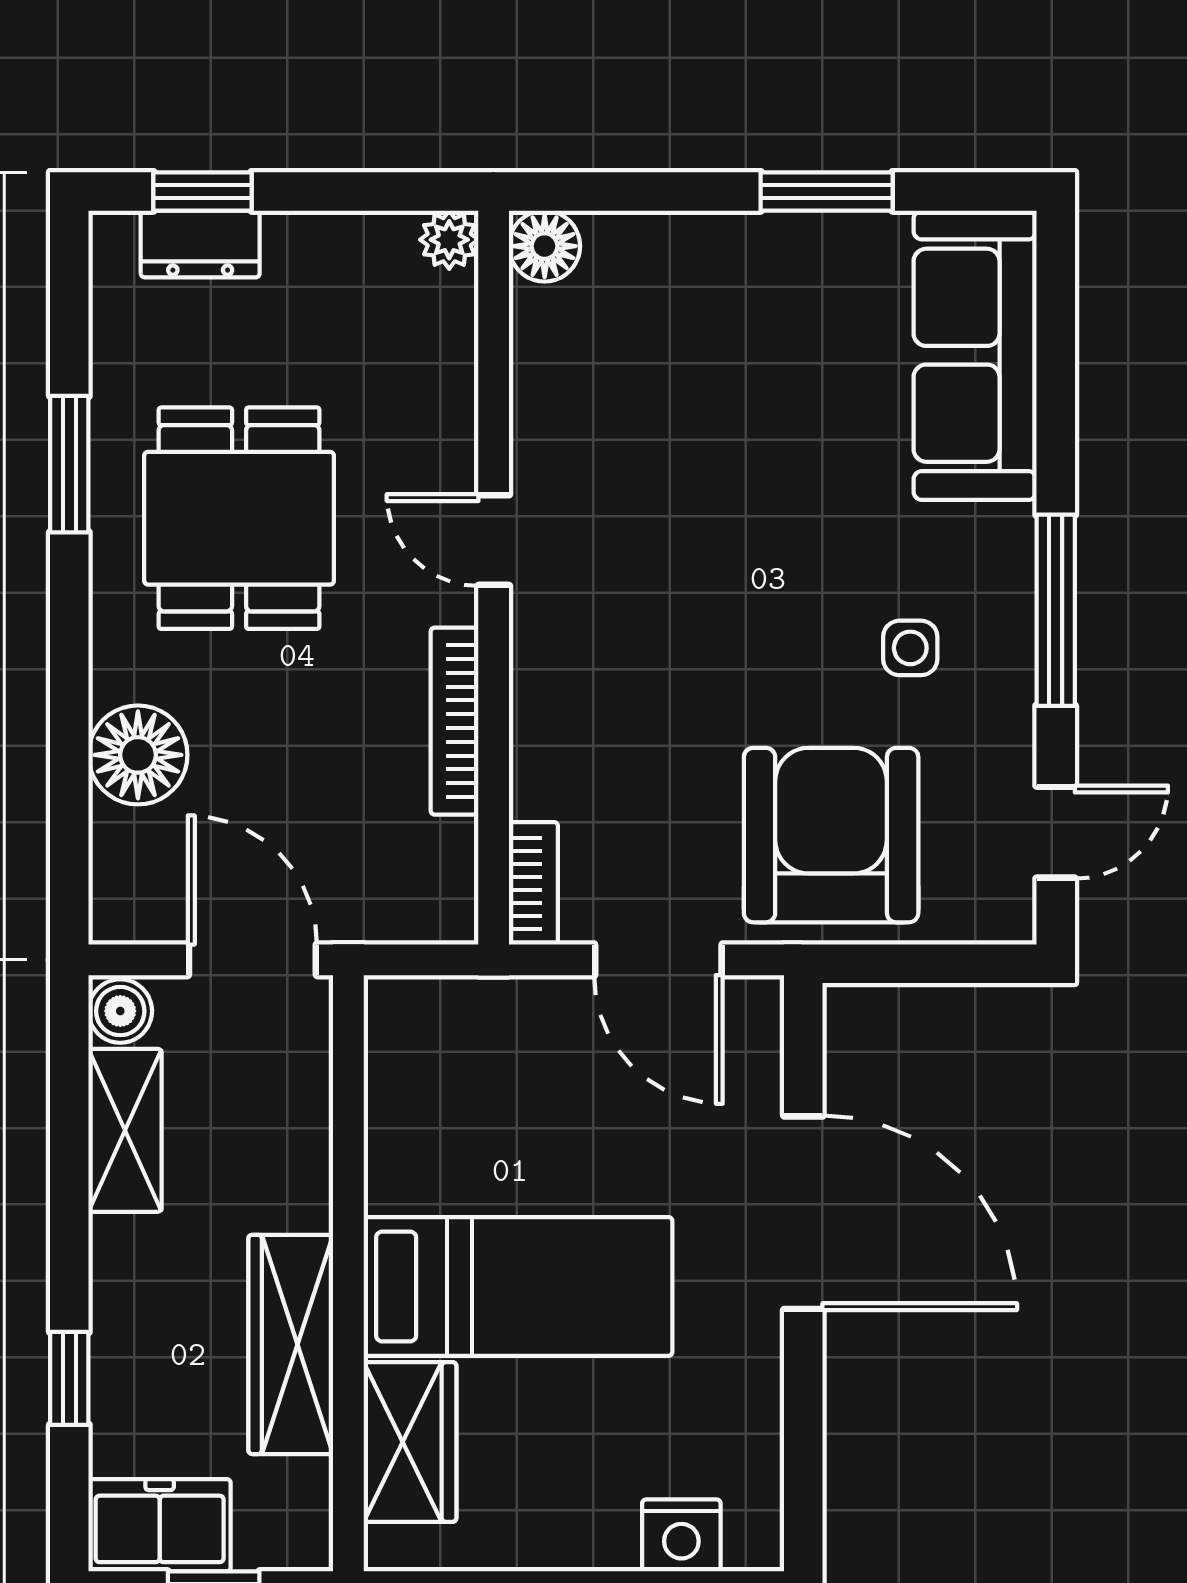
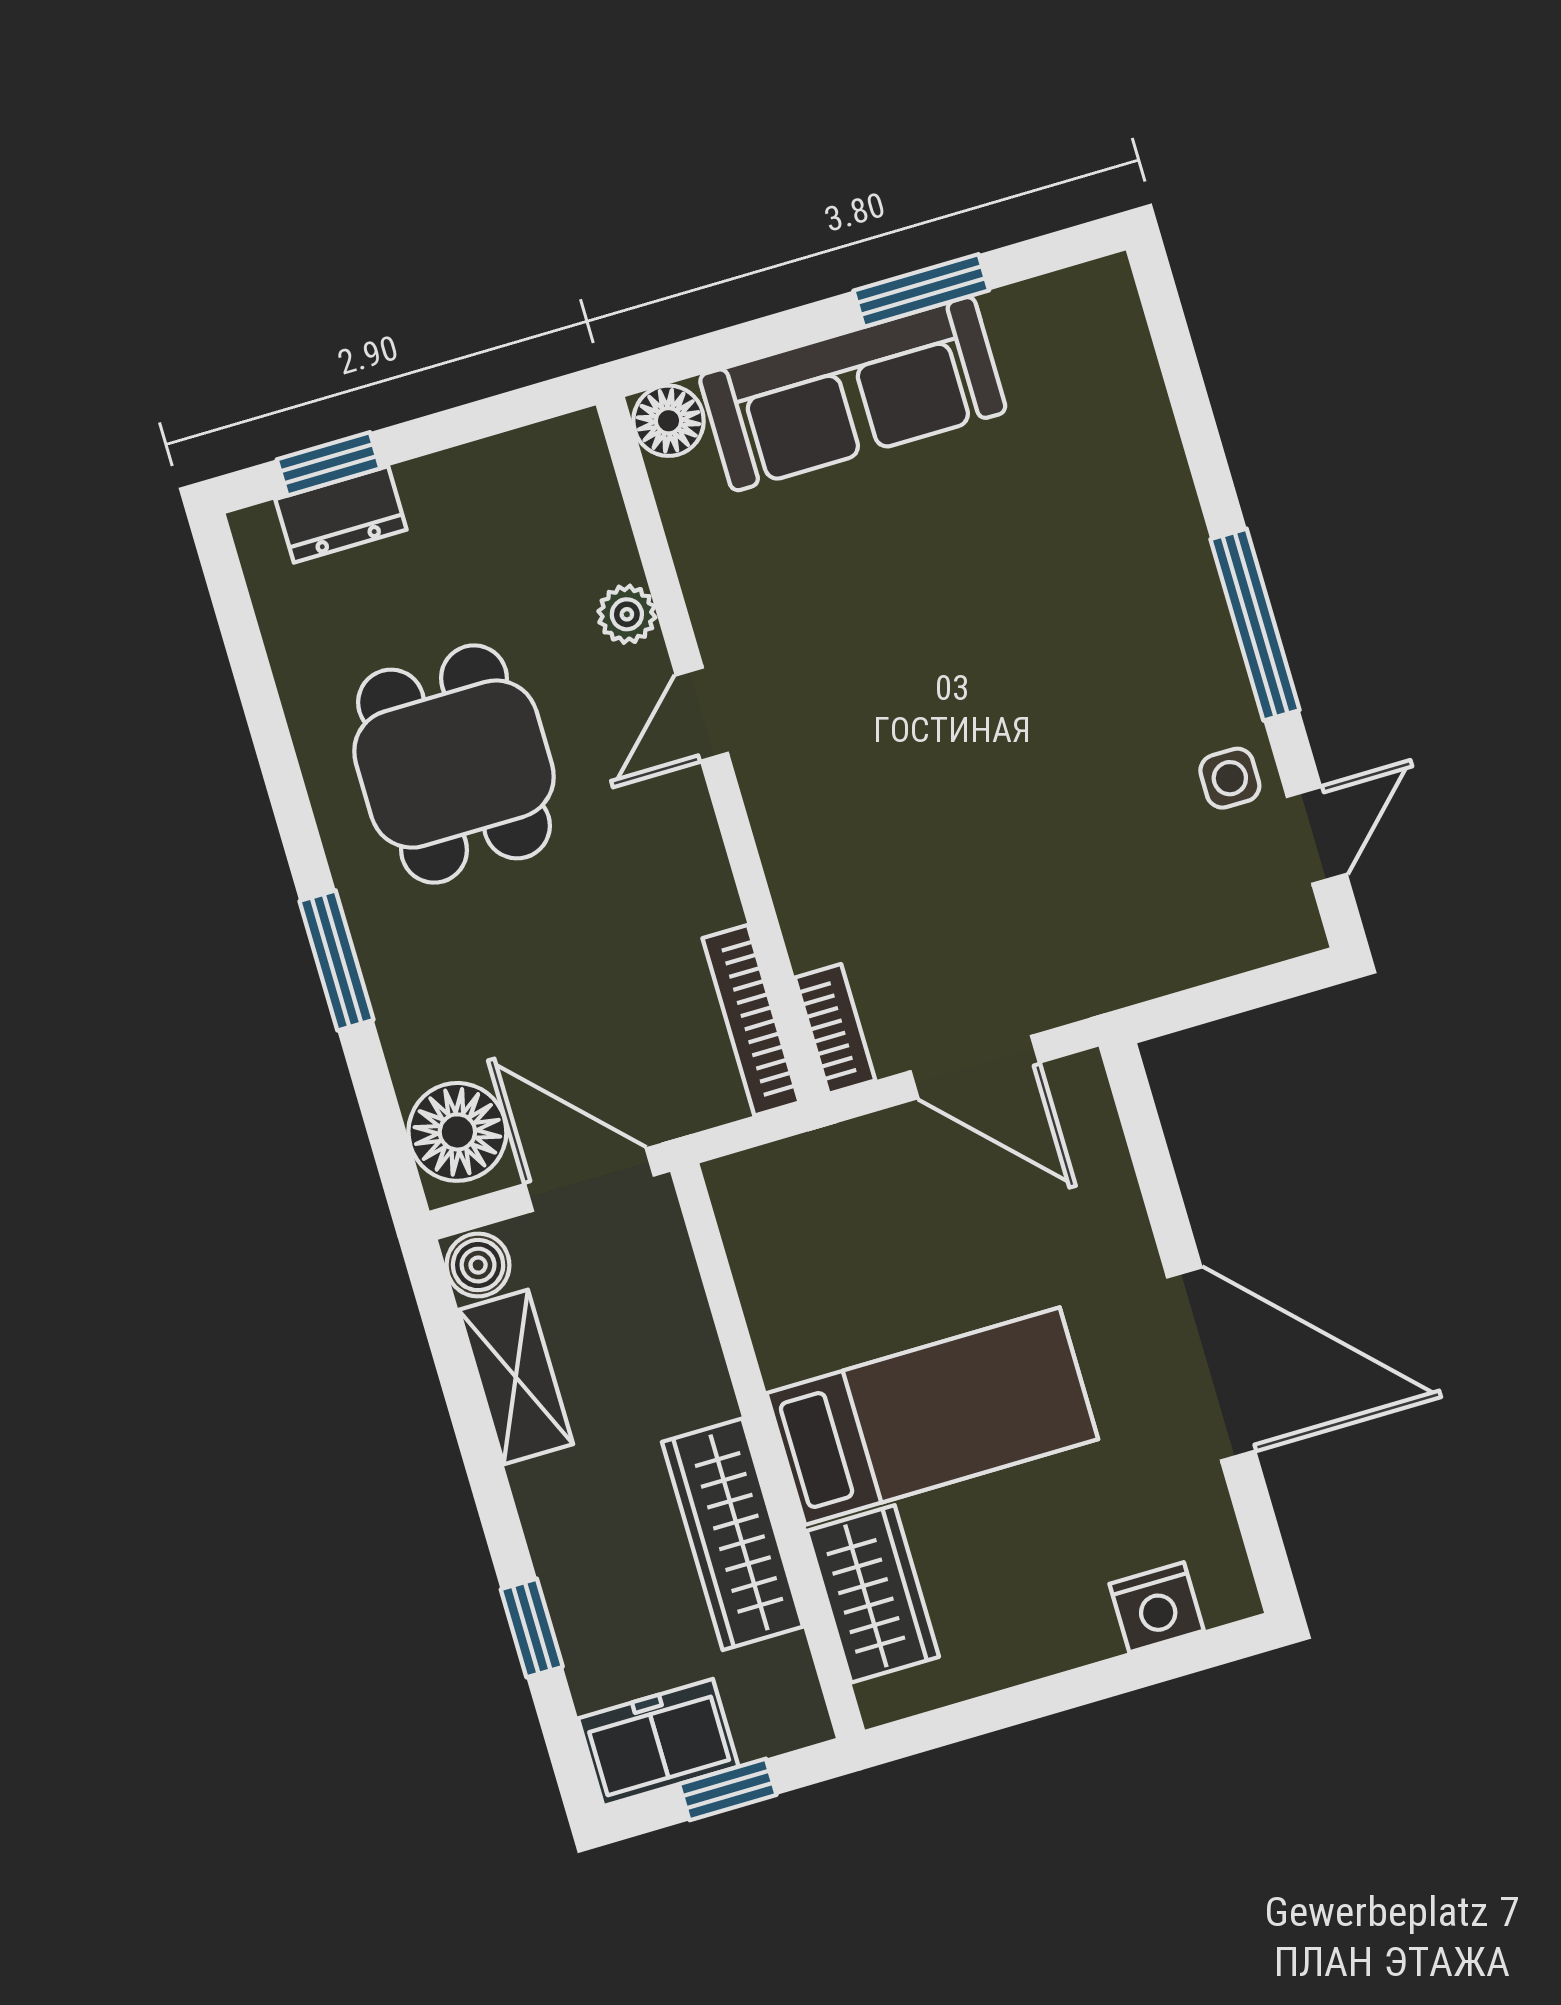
plant: (449, 240) -> (627, 614), moved
sofa: (975, 355) -> (853, 394), moved, turned -90
window: (69, 464) -> (337, 960), moved
door: (494, 540) -> (702, 714), hinge flipped
side table: (910, 648) -> (1230, 778), moved
bookcase: (454, 721) -> (751, 1020), moved
floor lamp: (138, 755) -> (457, 1132), moved
armchair: (831, 835) -> (1104, 901), removed
door: (803, 1213) -> (1211, 1364), moved

